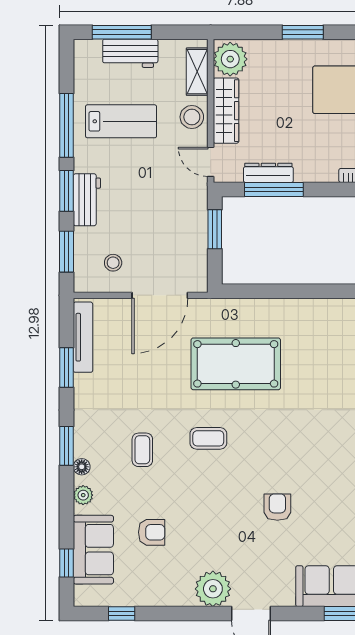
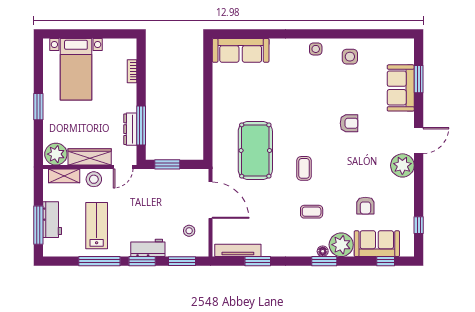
window: (67, 446) -> (324, 261), moved
plant: (83, 495) -> (341, 245), width x1.87, depth x1.87
armchair: (277, 507) -> (349, 123), turned 180
armchair: (152, 532) -> (365, 206), turned 180

